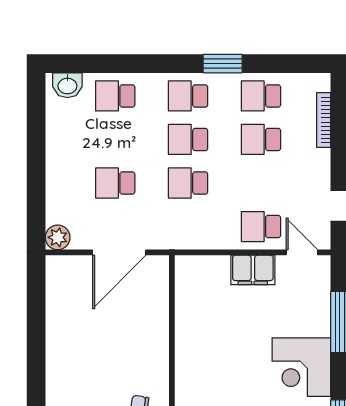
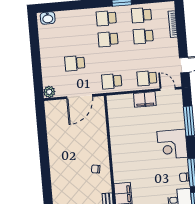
school desk: (115, 96) -> (71, 21), removed
school desk: (188, 183) -> (112, 81), moved

